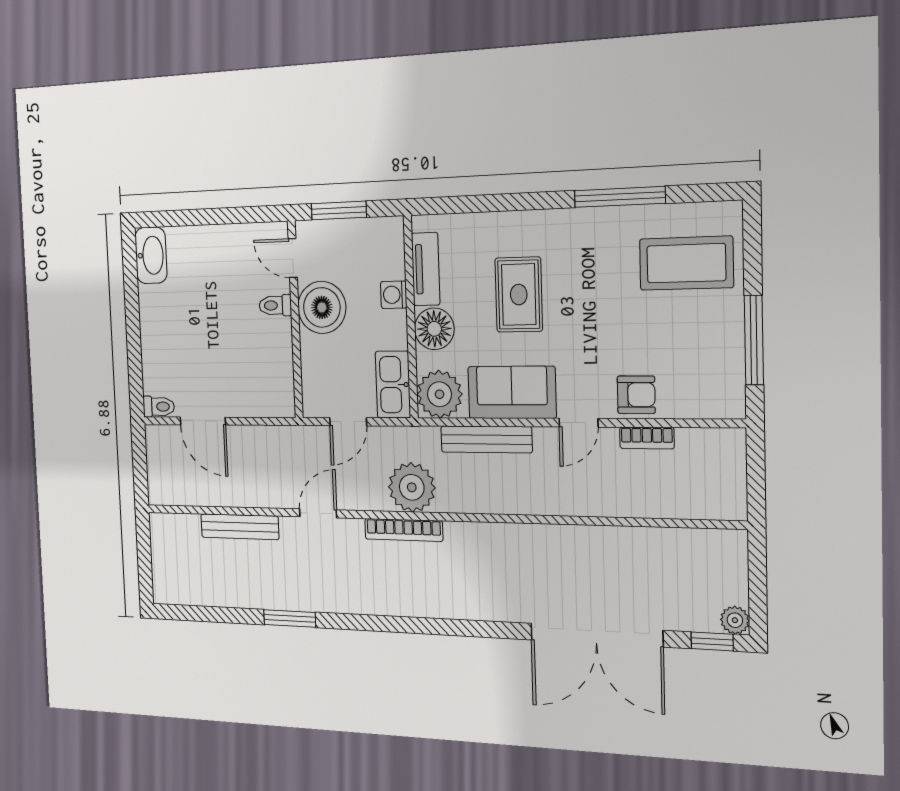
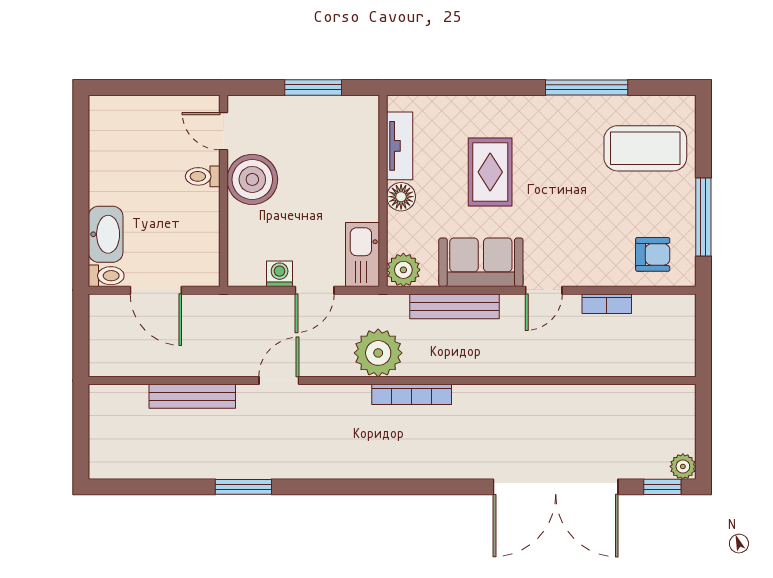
washbasin: (151, 255) -> (106, 234), moved
door: (293, 258) -> (223, 131), moved
washing machine: (394, 295) -> (280, 274), moved, turned 90
toilet: (275, 305) -> (203, 176), moved
boiler: (322, 307) -> (252, 179), moved
wall: (295, 320) -> (223, 191), moved
floor lamp: (434, 329) -> (401, 197), width x0.73, depth x0.73
plant: (439, 394) -> (403, 270), width x0.73, depth x0.73
armchair: (636, 395) -> (653, 254), moved
bookcase: (404, 530) -> (412, 394), moved

